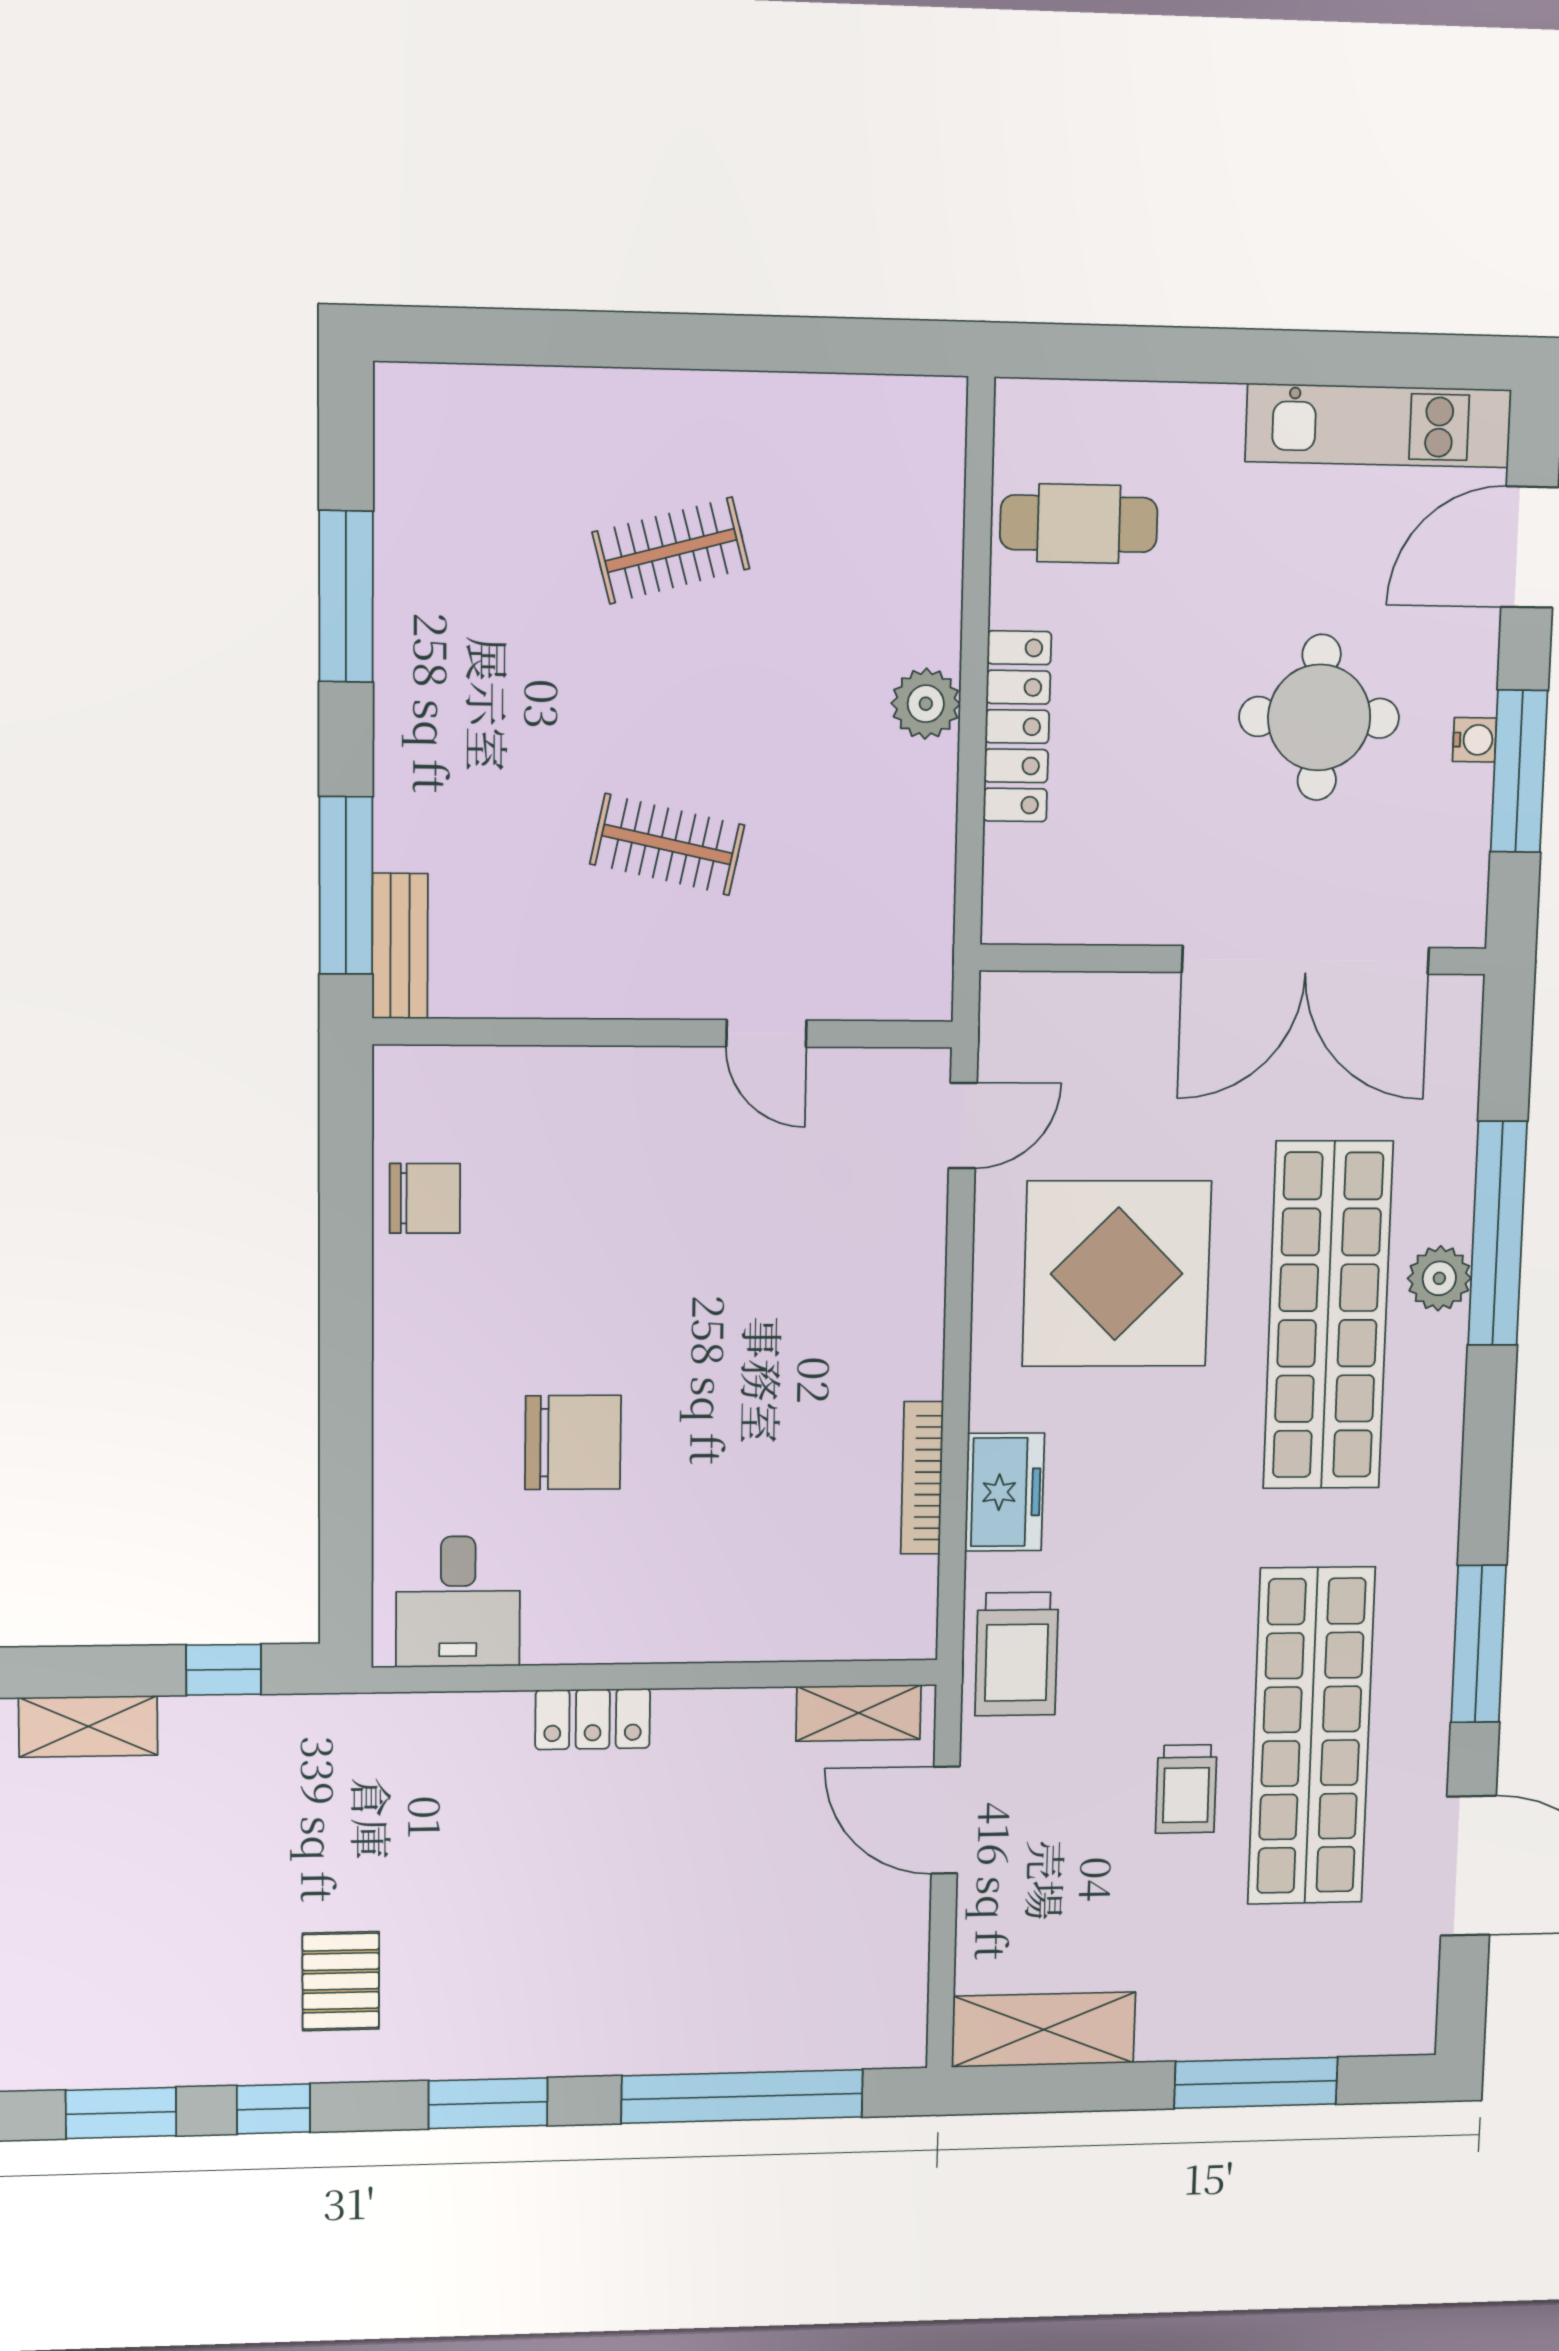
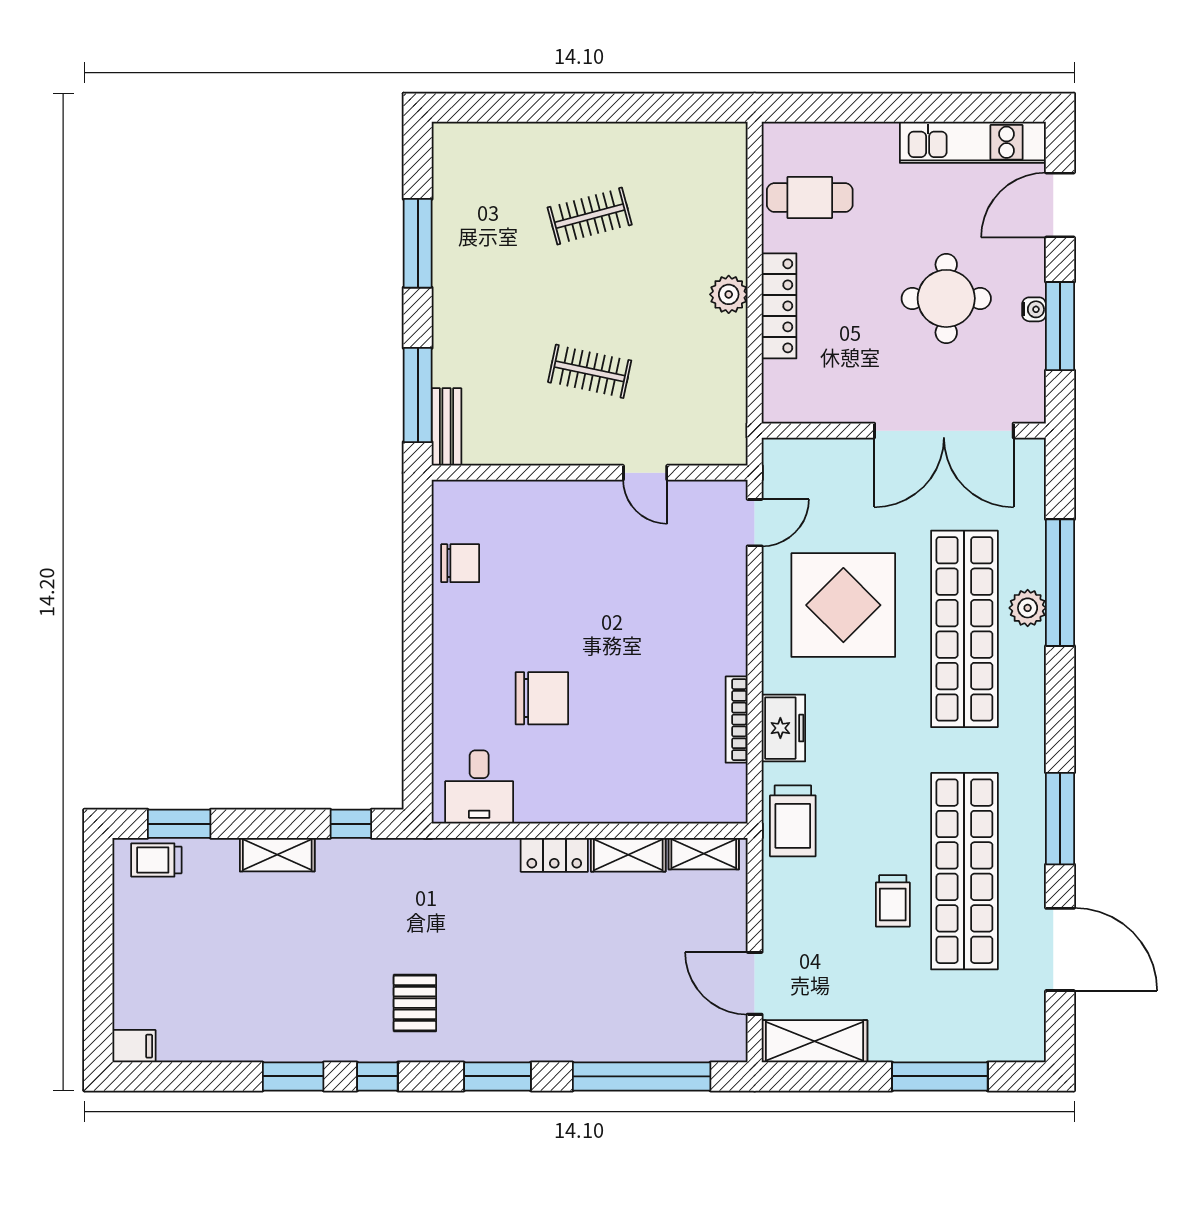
shelving: (725, 1717) -> (628, 855), added
door: (946, 1820) -> (755, 983), moved

